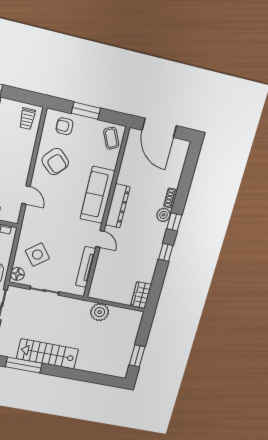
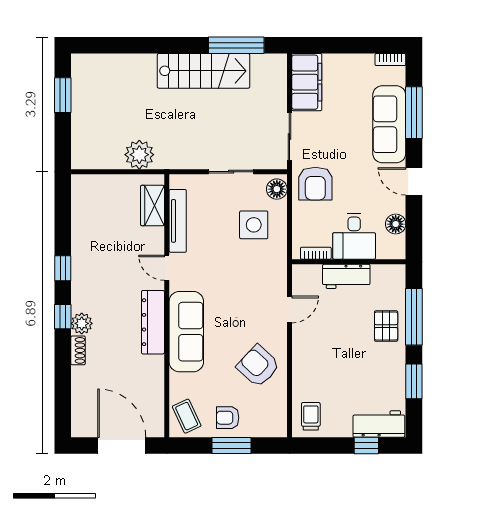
armchair: (65, 126) -> (228, 418), moved, turned 180
door: (26, 195) -> (289, 309), swing flipped
side table: (37, 255) -> (254, 225), turned 38
wardrobe: (141, 295) -> (153, 206), moved, turned 180

